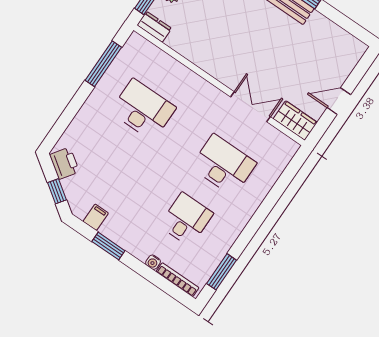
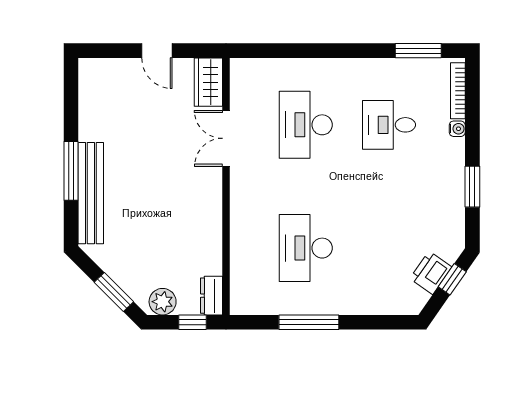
window: (103, 64) -> (309, 322), moved
printer: (64, 163) -> (431, 273), moved
filing cabinet: (96, 217) -> (451, 220), removed

